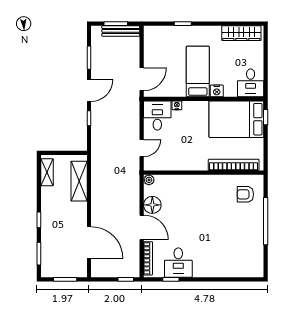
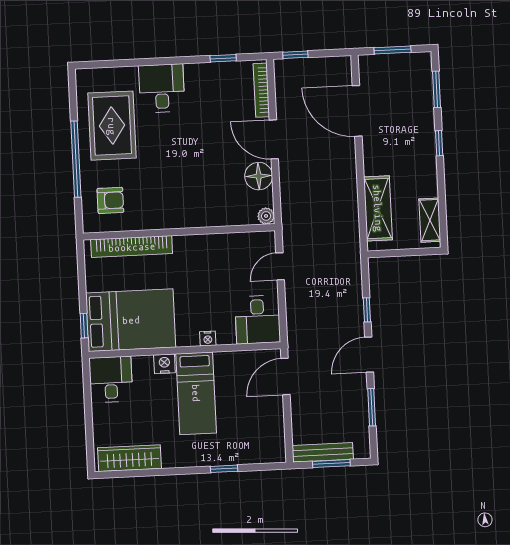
nightstand: (177, 105) -> (208, 338), moved
rug: (242, 241) -> (112, 126), added
desk: (178, 263) -> (162, 88), moved

